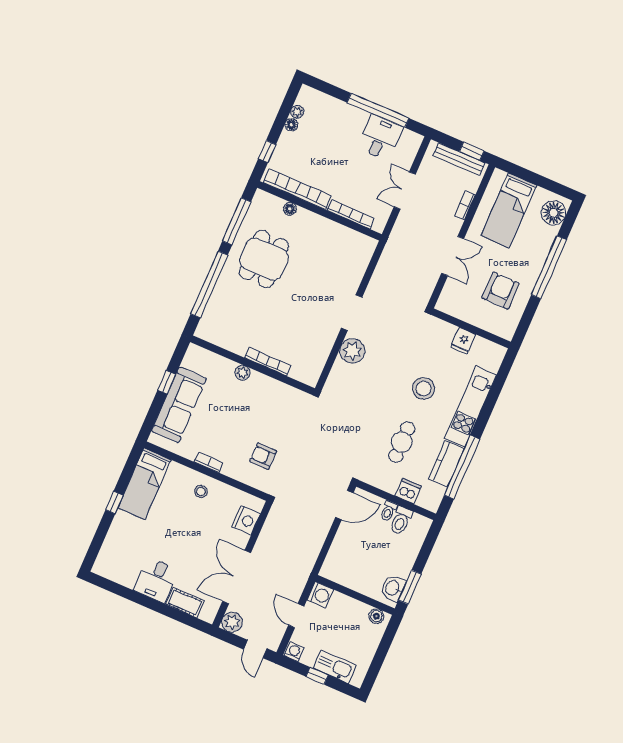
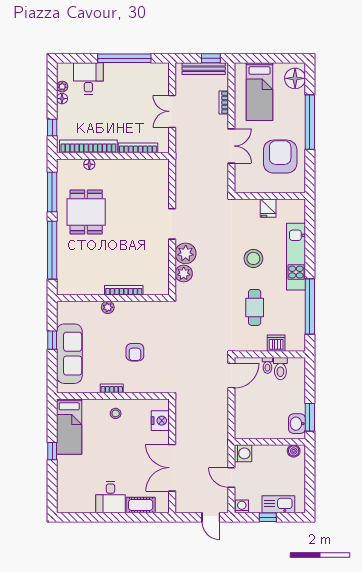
desk: (380, 138) -> (88, 79), moved
armchair: (501, 291) -> (280, 157), width x1.36, depth x1.36
armchair: (263, 456) -> (135, 352), moved, turned -90
kitchen counter: (446, 464) -> (297, 309), removed
plant: (232, 622) -> (184, 274), moved

